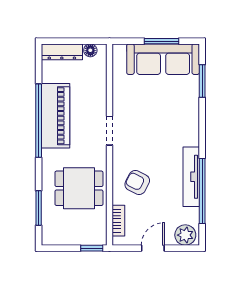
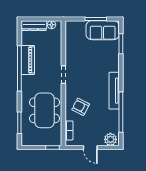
sofa: (163, 59) -> (103, 30), width x0.73
piano: (55, 116) -> (28, 60), width x0.73, depth x0.75
tv unit: (191, 177) -> (114, 91), moved
dining table: (79, 188) -> (44, 110), width x1.38
door: (153, 248) -> (90, 148), swing flipped

